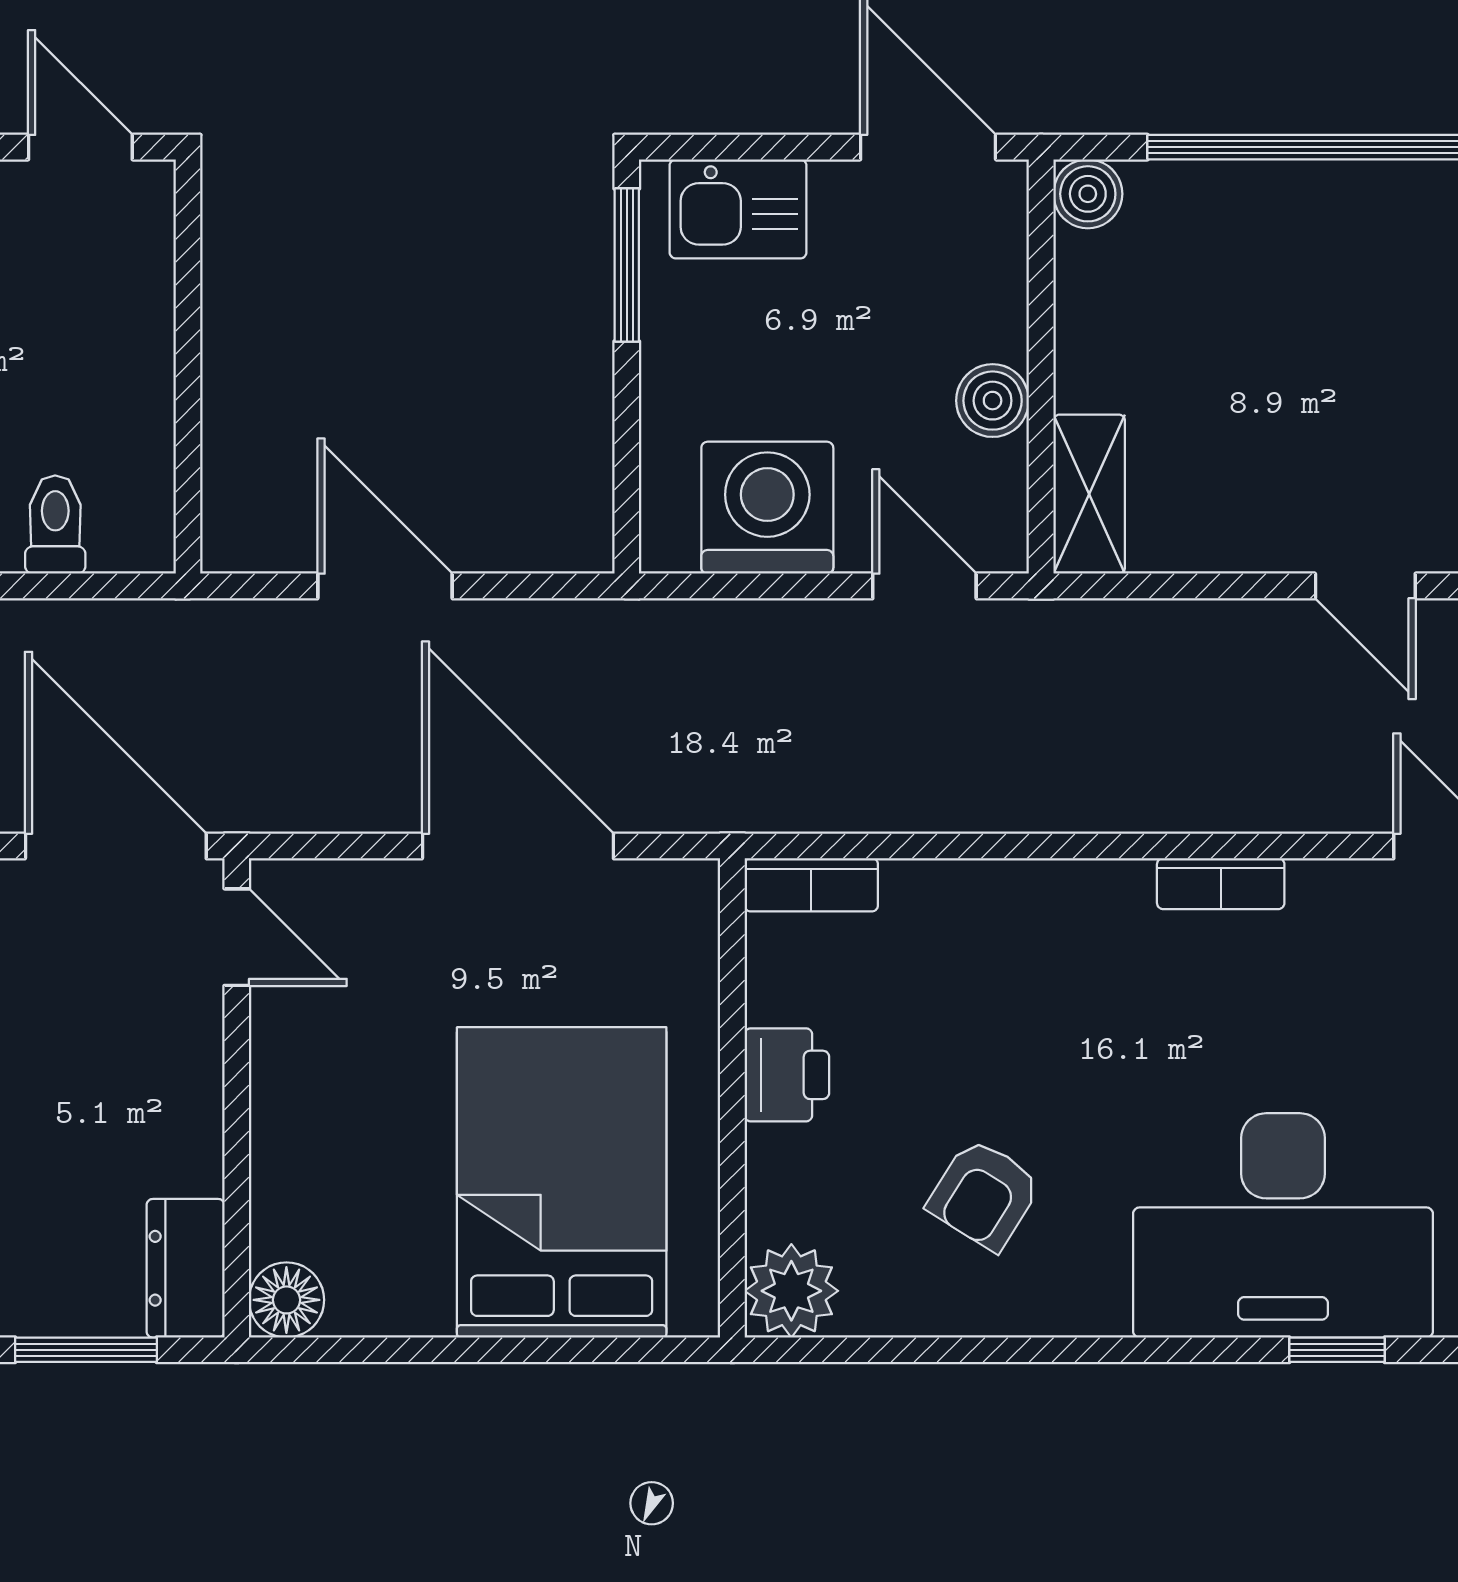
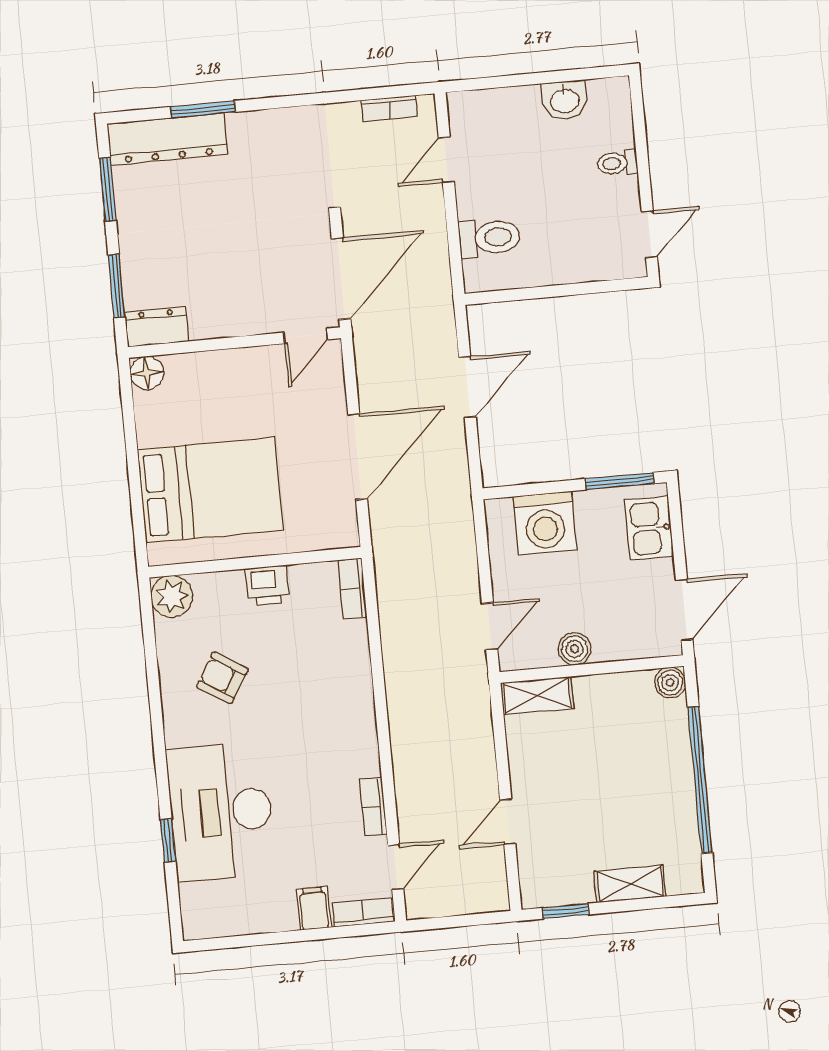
washing machine: (767, 508) -> (545, 523), moved, turned 90
toilet: (55, 525) -> (489, 238), width x1.37, depth x1.39
bookcase: (1221, 884) -> (373, 807), moved

